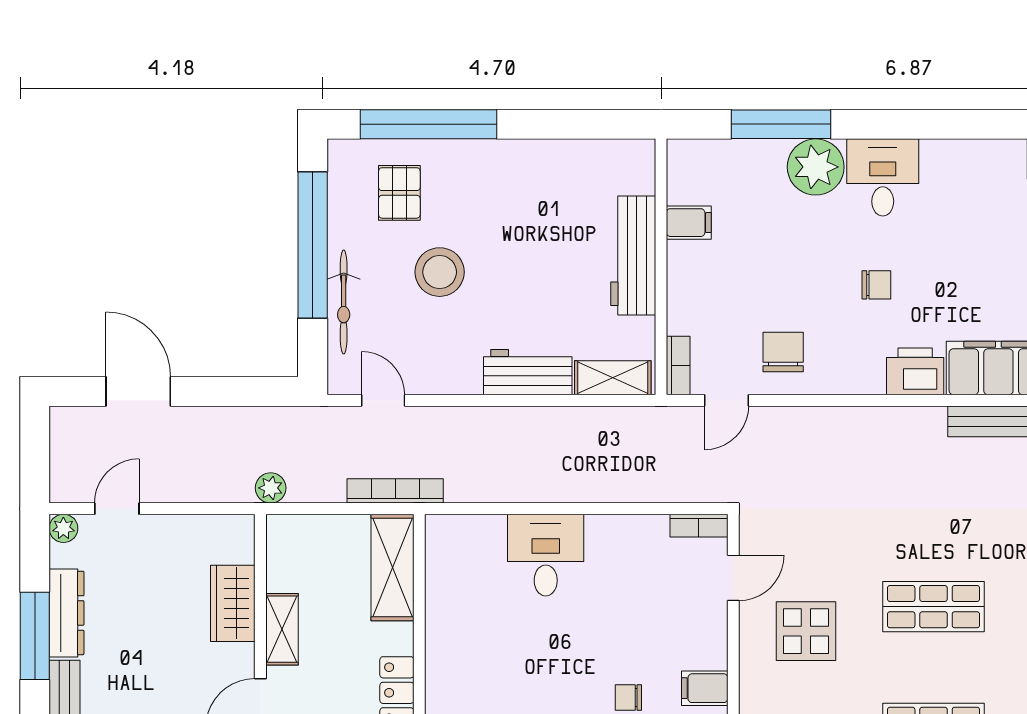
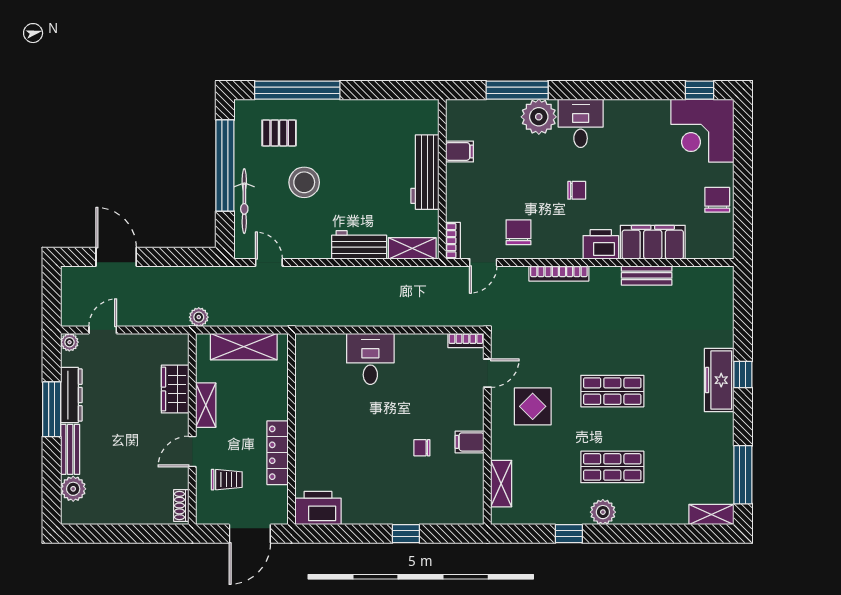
pallet: (399, 193) -> (279, 133), turned 90
bookcase: (395, 491) -> (559, 273), moved, turned 180
shelving: (392, 567) -> (244, 347), moved, turned 90

